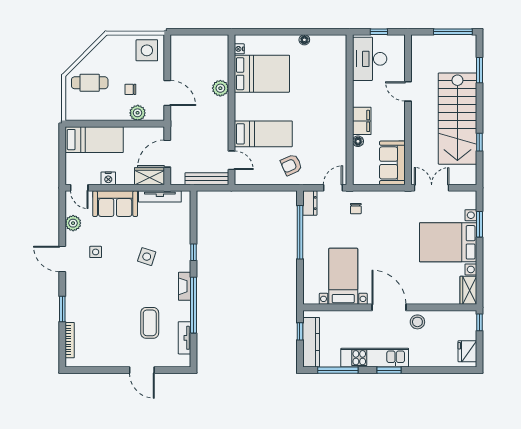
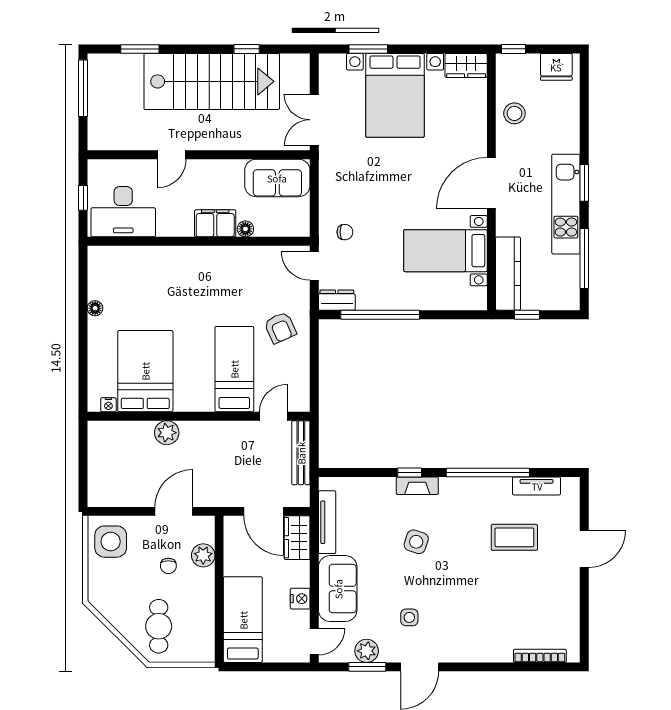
fireplace: (185, 286) -> (417, 486), moved
window: (62, 309) -> (367, 667), moved
stool: (417, 322) -> (514, 113), moved
kitchen counter: (311, 342) -> (508, 274), moved, turned 90

